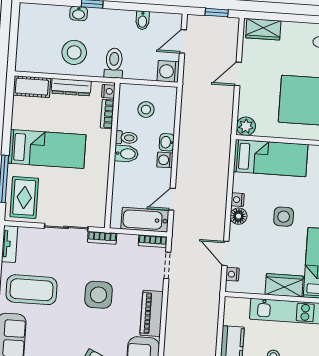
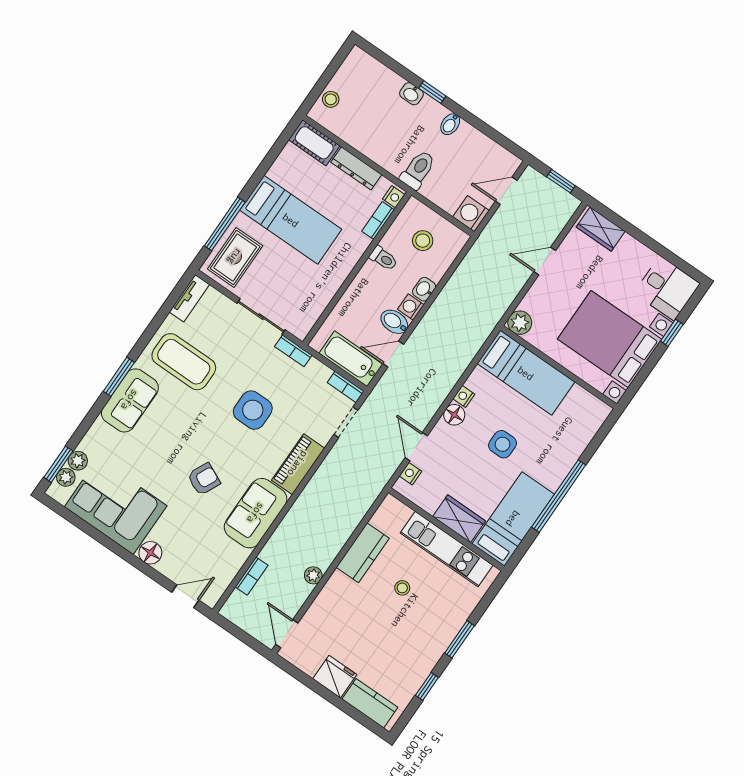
bidet: (142, 20) -> (450, 124), moved
stool: (74, 52) -> (331, 99), moved, width x0.53, depth x0.53
bidet: (126, 154) -> (394, 322), moved, turned 180

